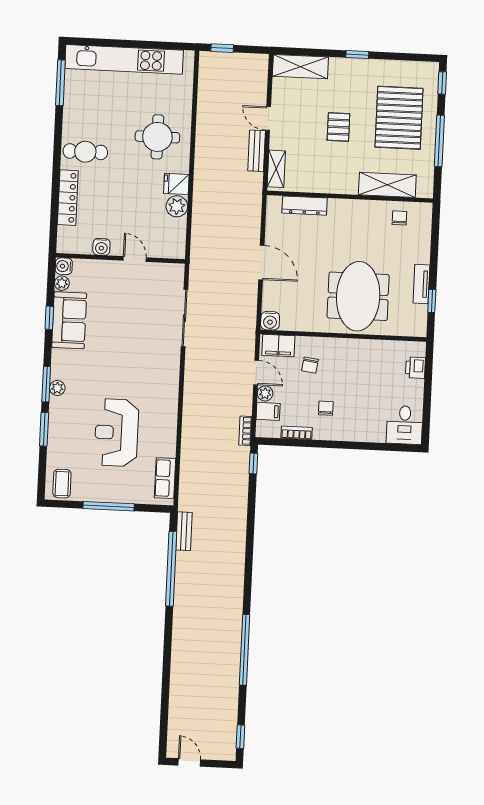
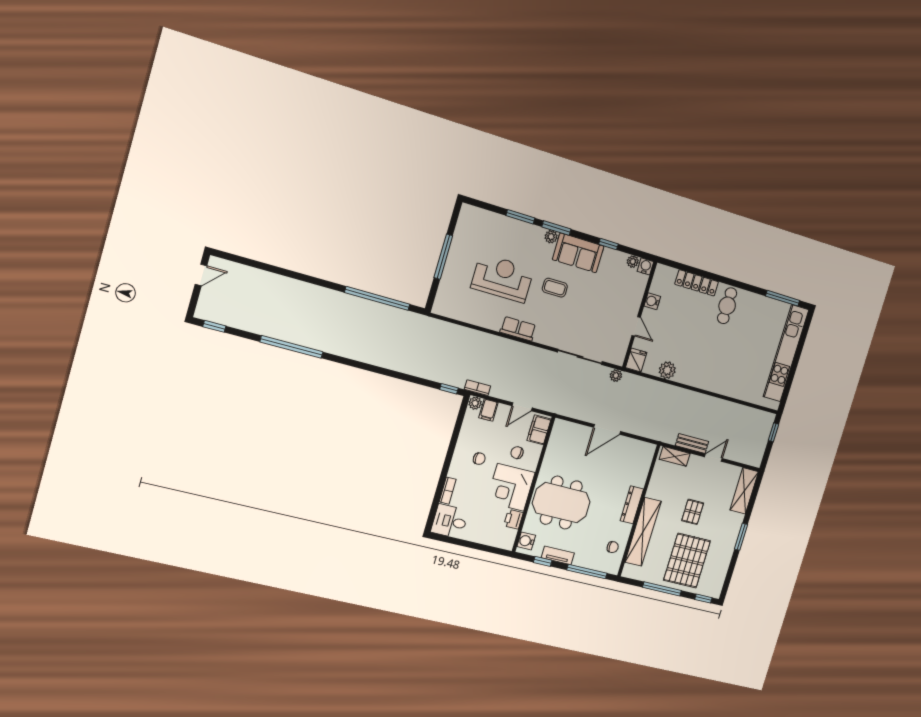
window: (357, 54) -> (741, 537), width x1.50
pallet: (399, 118) -> (687, 561), turned 90
pallet: (338, 127) -> (693, 512), turned 90
round table: (157, 137) -> (723, 367), removed
fridge: (176, 184) -> (636, 360), moved
shelving: (387, 185) -> (643, 532), width x1.47
dresser: (305, 206) -> (632, 505), moved
window: (435, 243) -> (587, 572), added
door: (135, 259) -> (636, 326), hinge flipped
plant: (197, 269) -> (616, 376), added
sofa: (69, 320) -> (578, 253), moved
water cooler: (270, 321) -> (526, 541), moved
corner desk: (352, 362) -> (511, 487), added
printer: (415, 368) -> (513, 519), moved, turned -90
plant: (265, 393) -> (475, 403), moved
bookcase: (297, 433) -> (448, 491), moved
row of seats: (165, 478) -> (518, 329), moved
coffee table: (62, 484) -> (555, 288), moved
bench: (184, 531) -> (407, 317), removed

